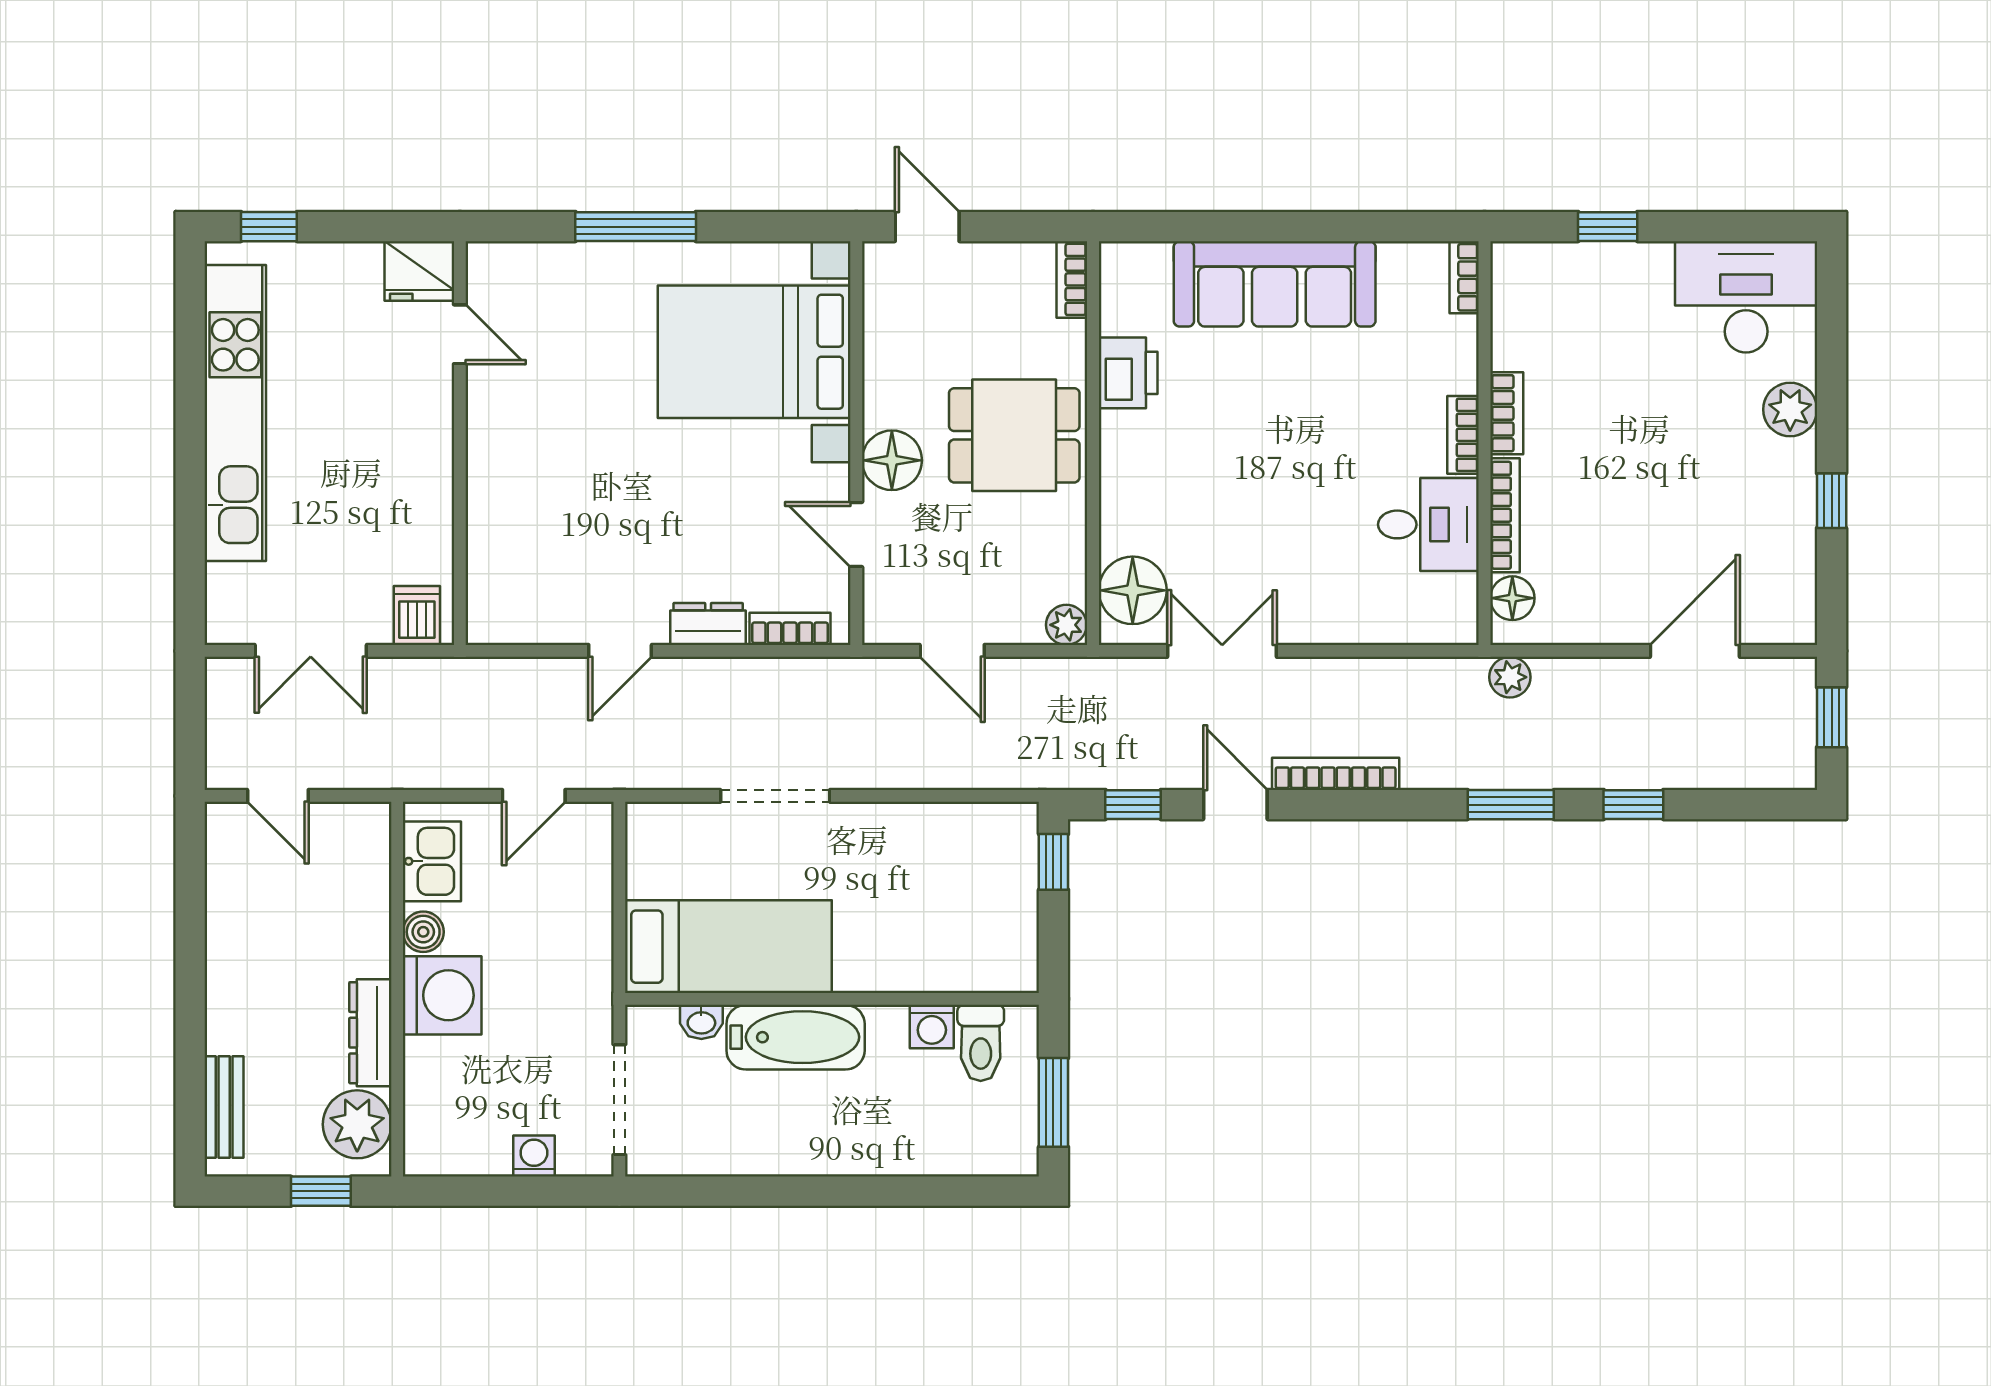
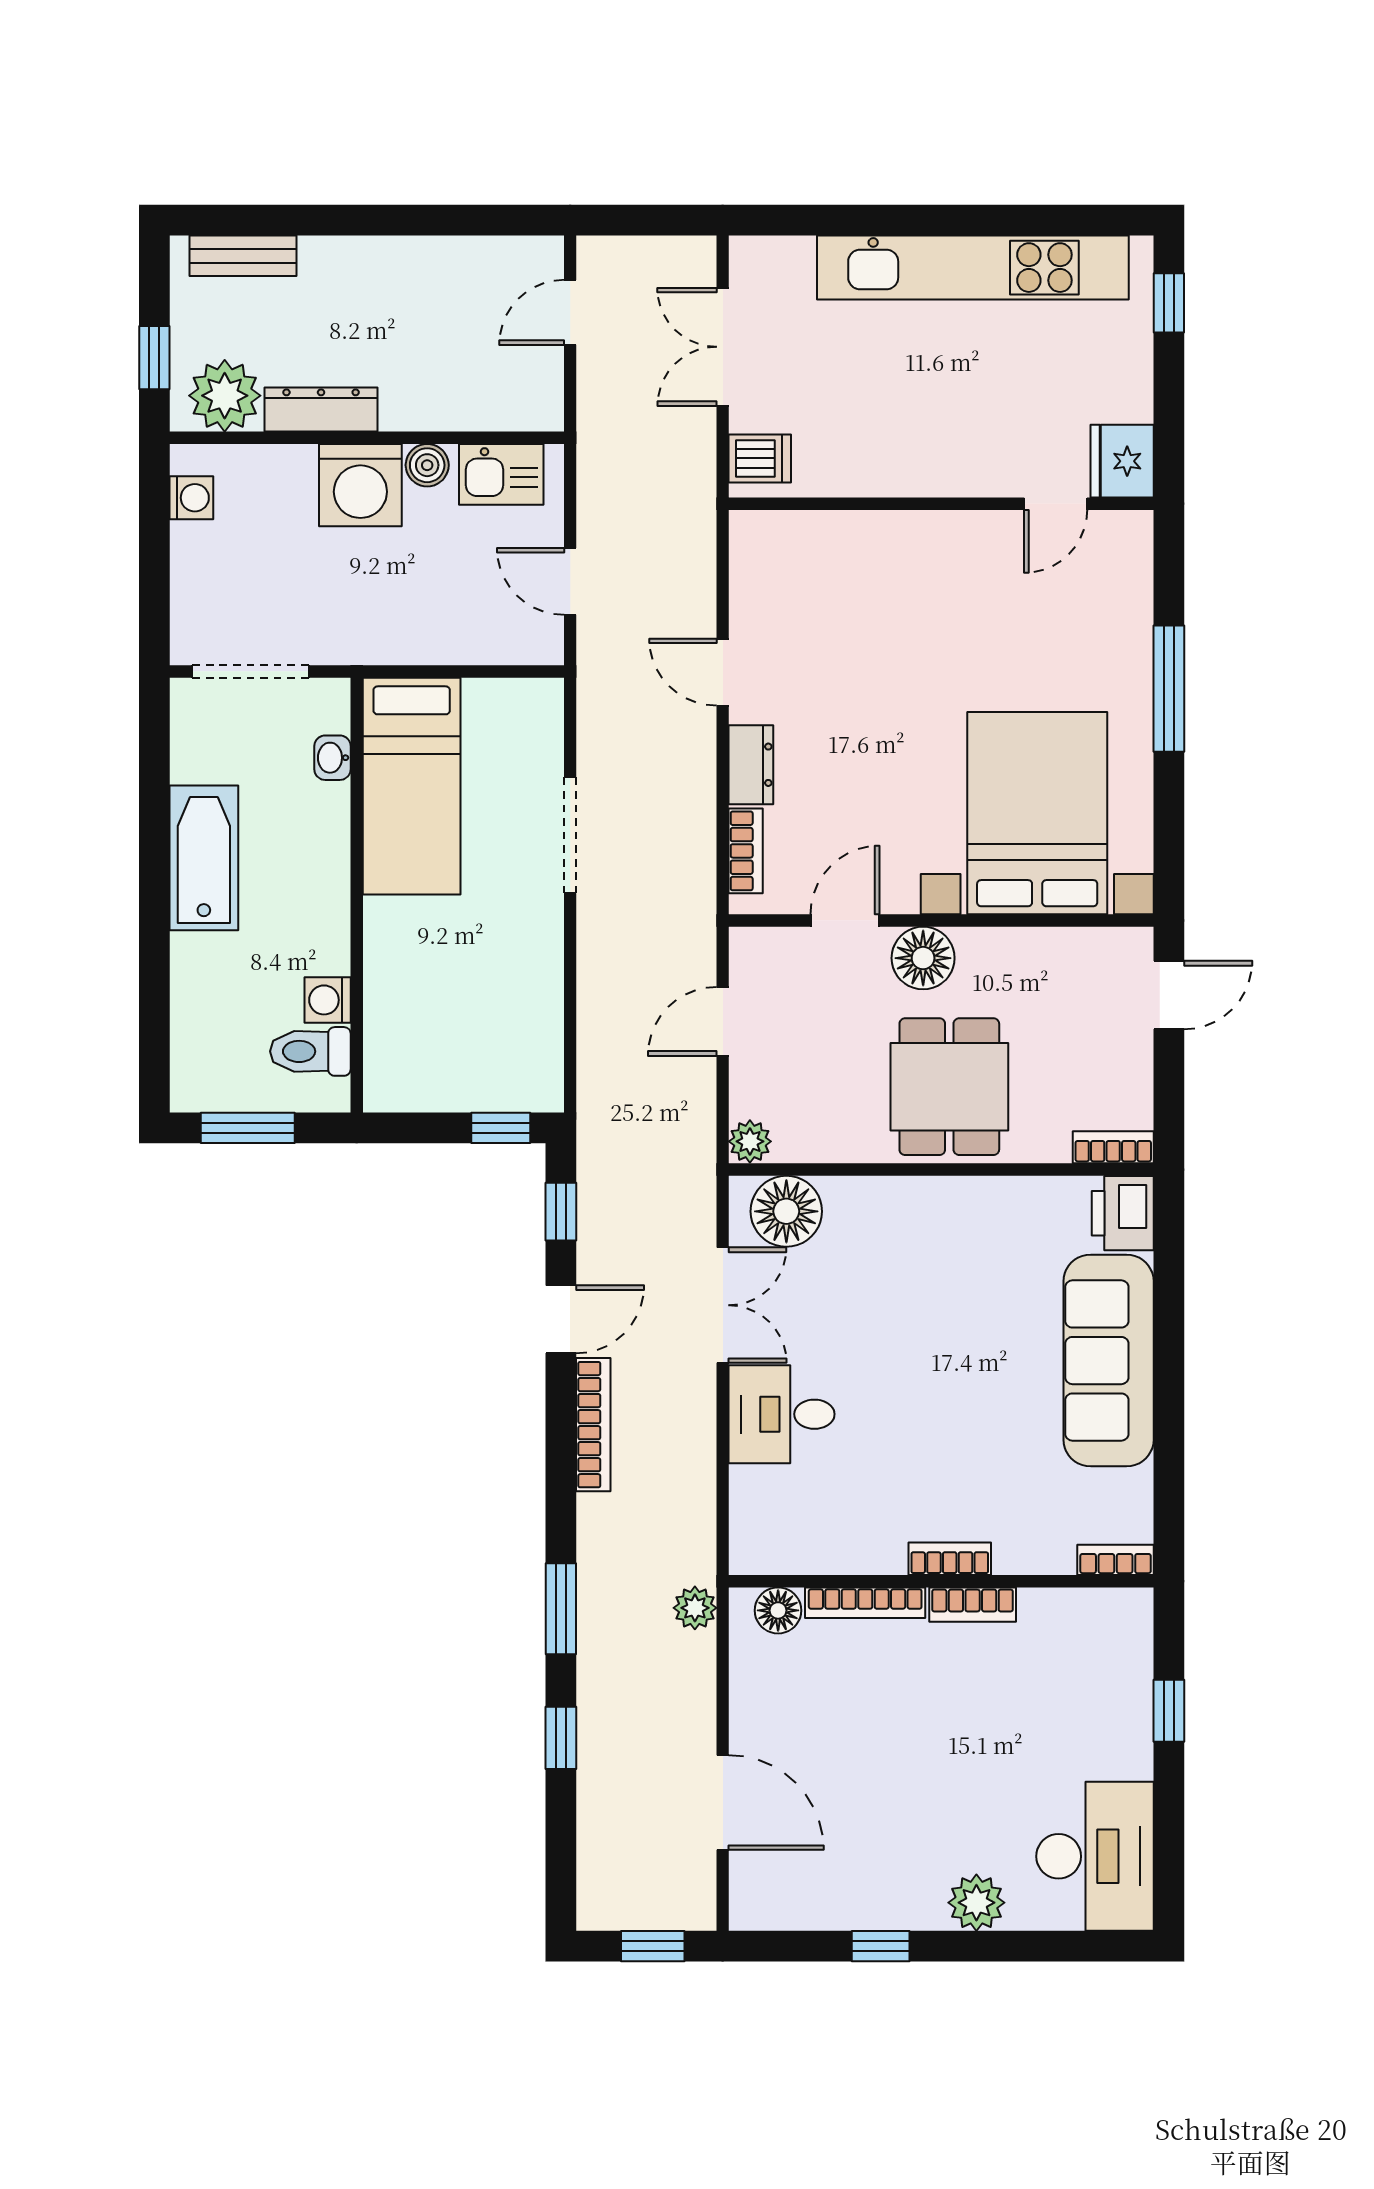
printer: (1128, 373) -> (1123, 1213), moved, turned 90
desk: (1428, 524) -> (782, 1414), moved, turned 90
bathtub: (796, 1037) -> (204, 858), moved, turned 180
washing machine: (534, 1156) -> (191, 498), moved

